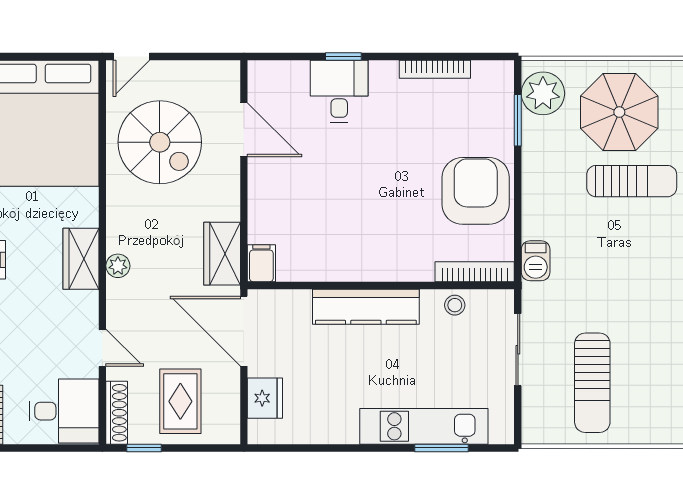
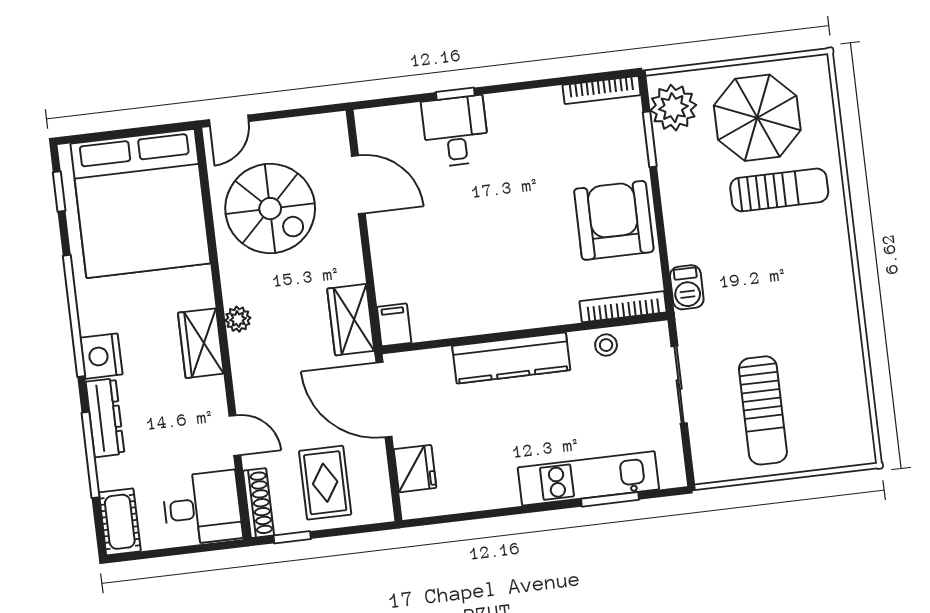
bookcase: (435, 69) -> (602, 90), moved
plant: (118, 266) -> (238, 319), moved

